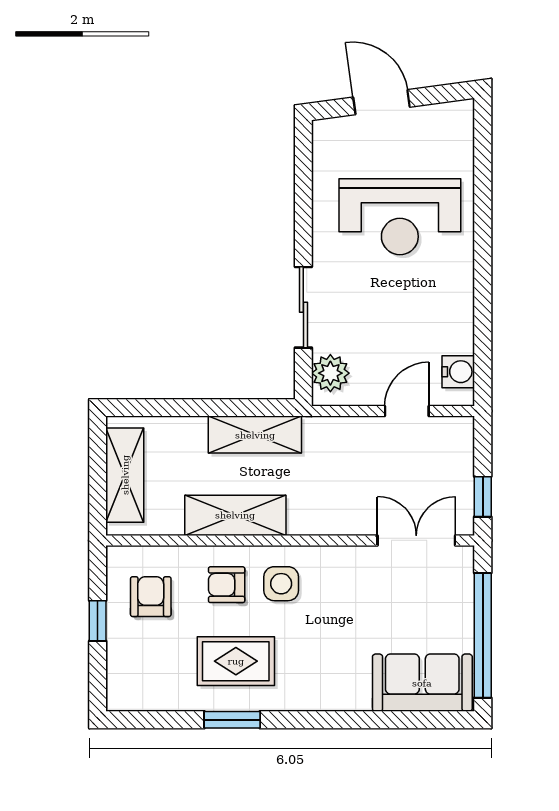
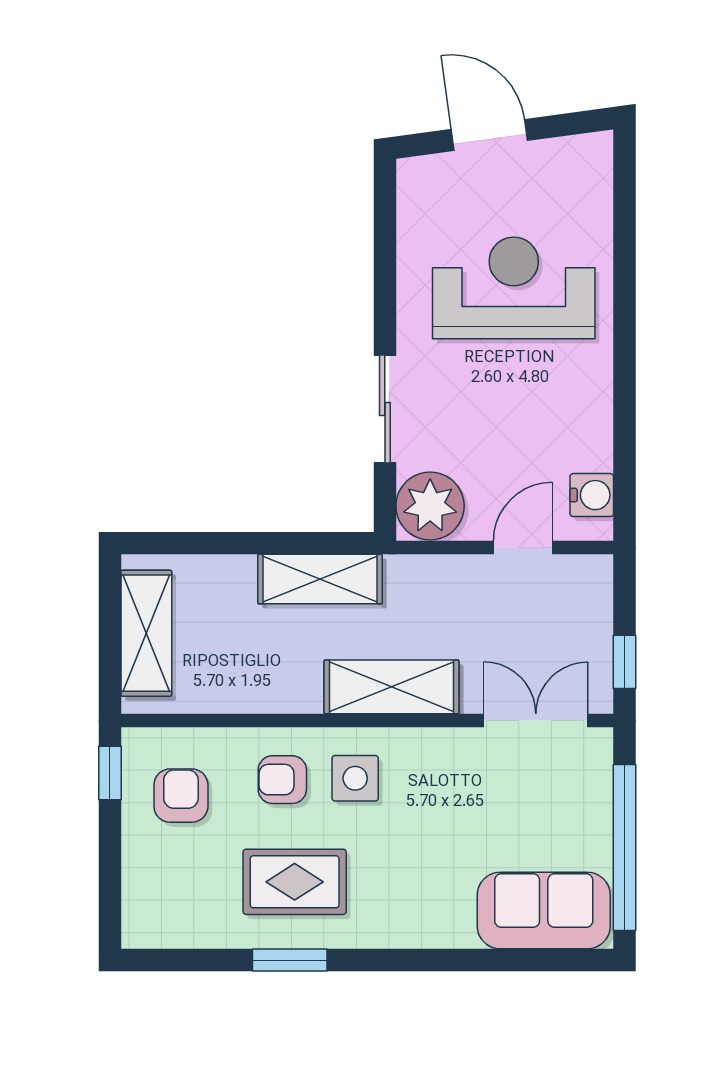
reception desk: (400, 217) -> (514, 288), turned 180
plant: (330, 373) -> (430, 506), width x1.36, depth x1.36
shelving: (235, 515) -> (391, 687), moved
window: (98, 621) -> (110, 773), moved

